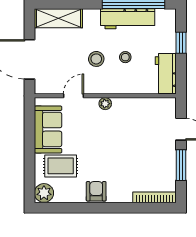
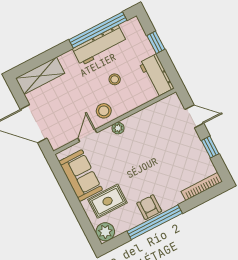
stool: (96, 59) -> (104, 111), moved
window: (181, 165) -> (210, 147), width x0.67
window: (94, 208) -> (155, 222), added

